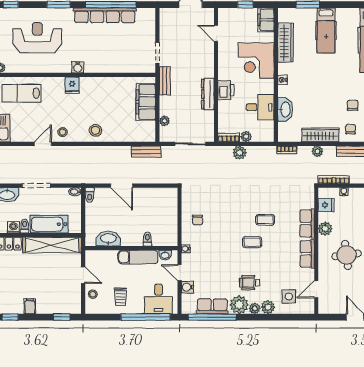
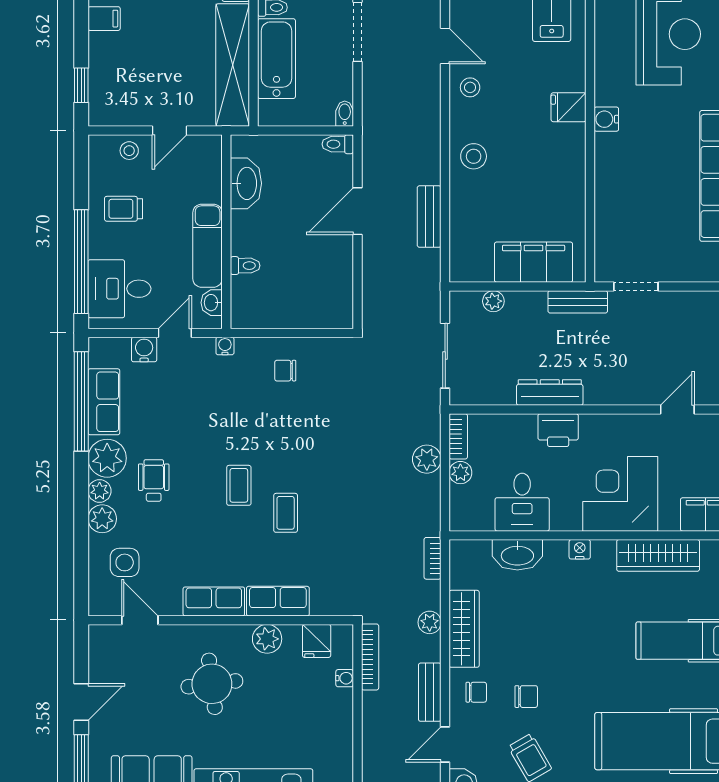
bench: (146, 151) -> (429, 217), moved

